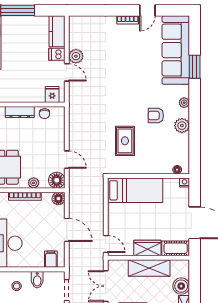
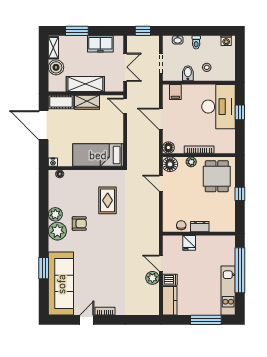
fridge: (52, 94) -> (189, 243), moved
plant: (184, 103) -> (57, 231), width x1.88, depth x1.88
dresser: (20, 112) -> (200, 227), width x0.70

